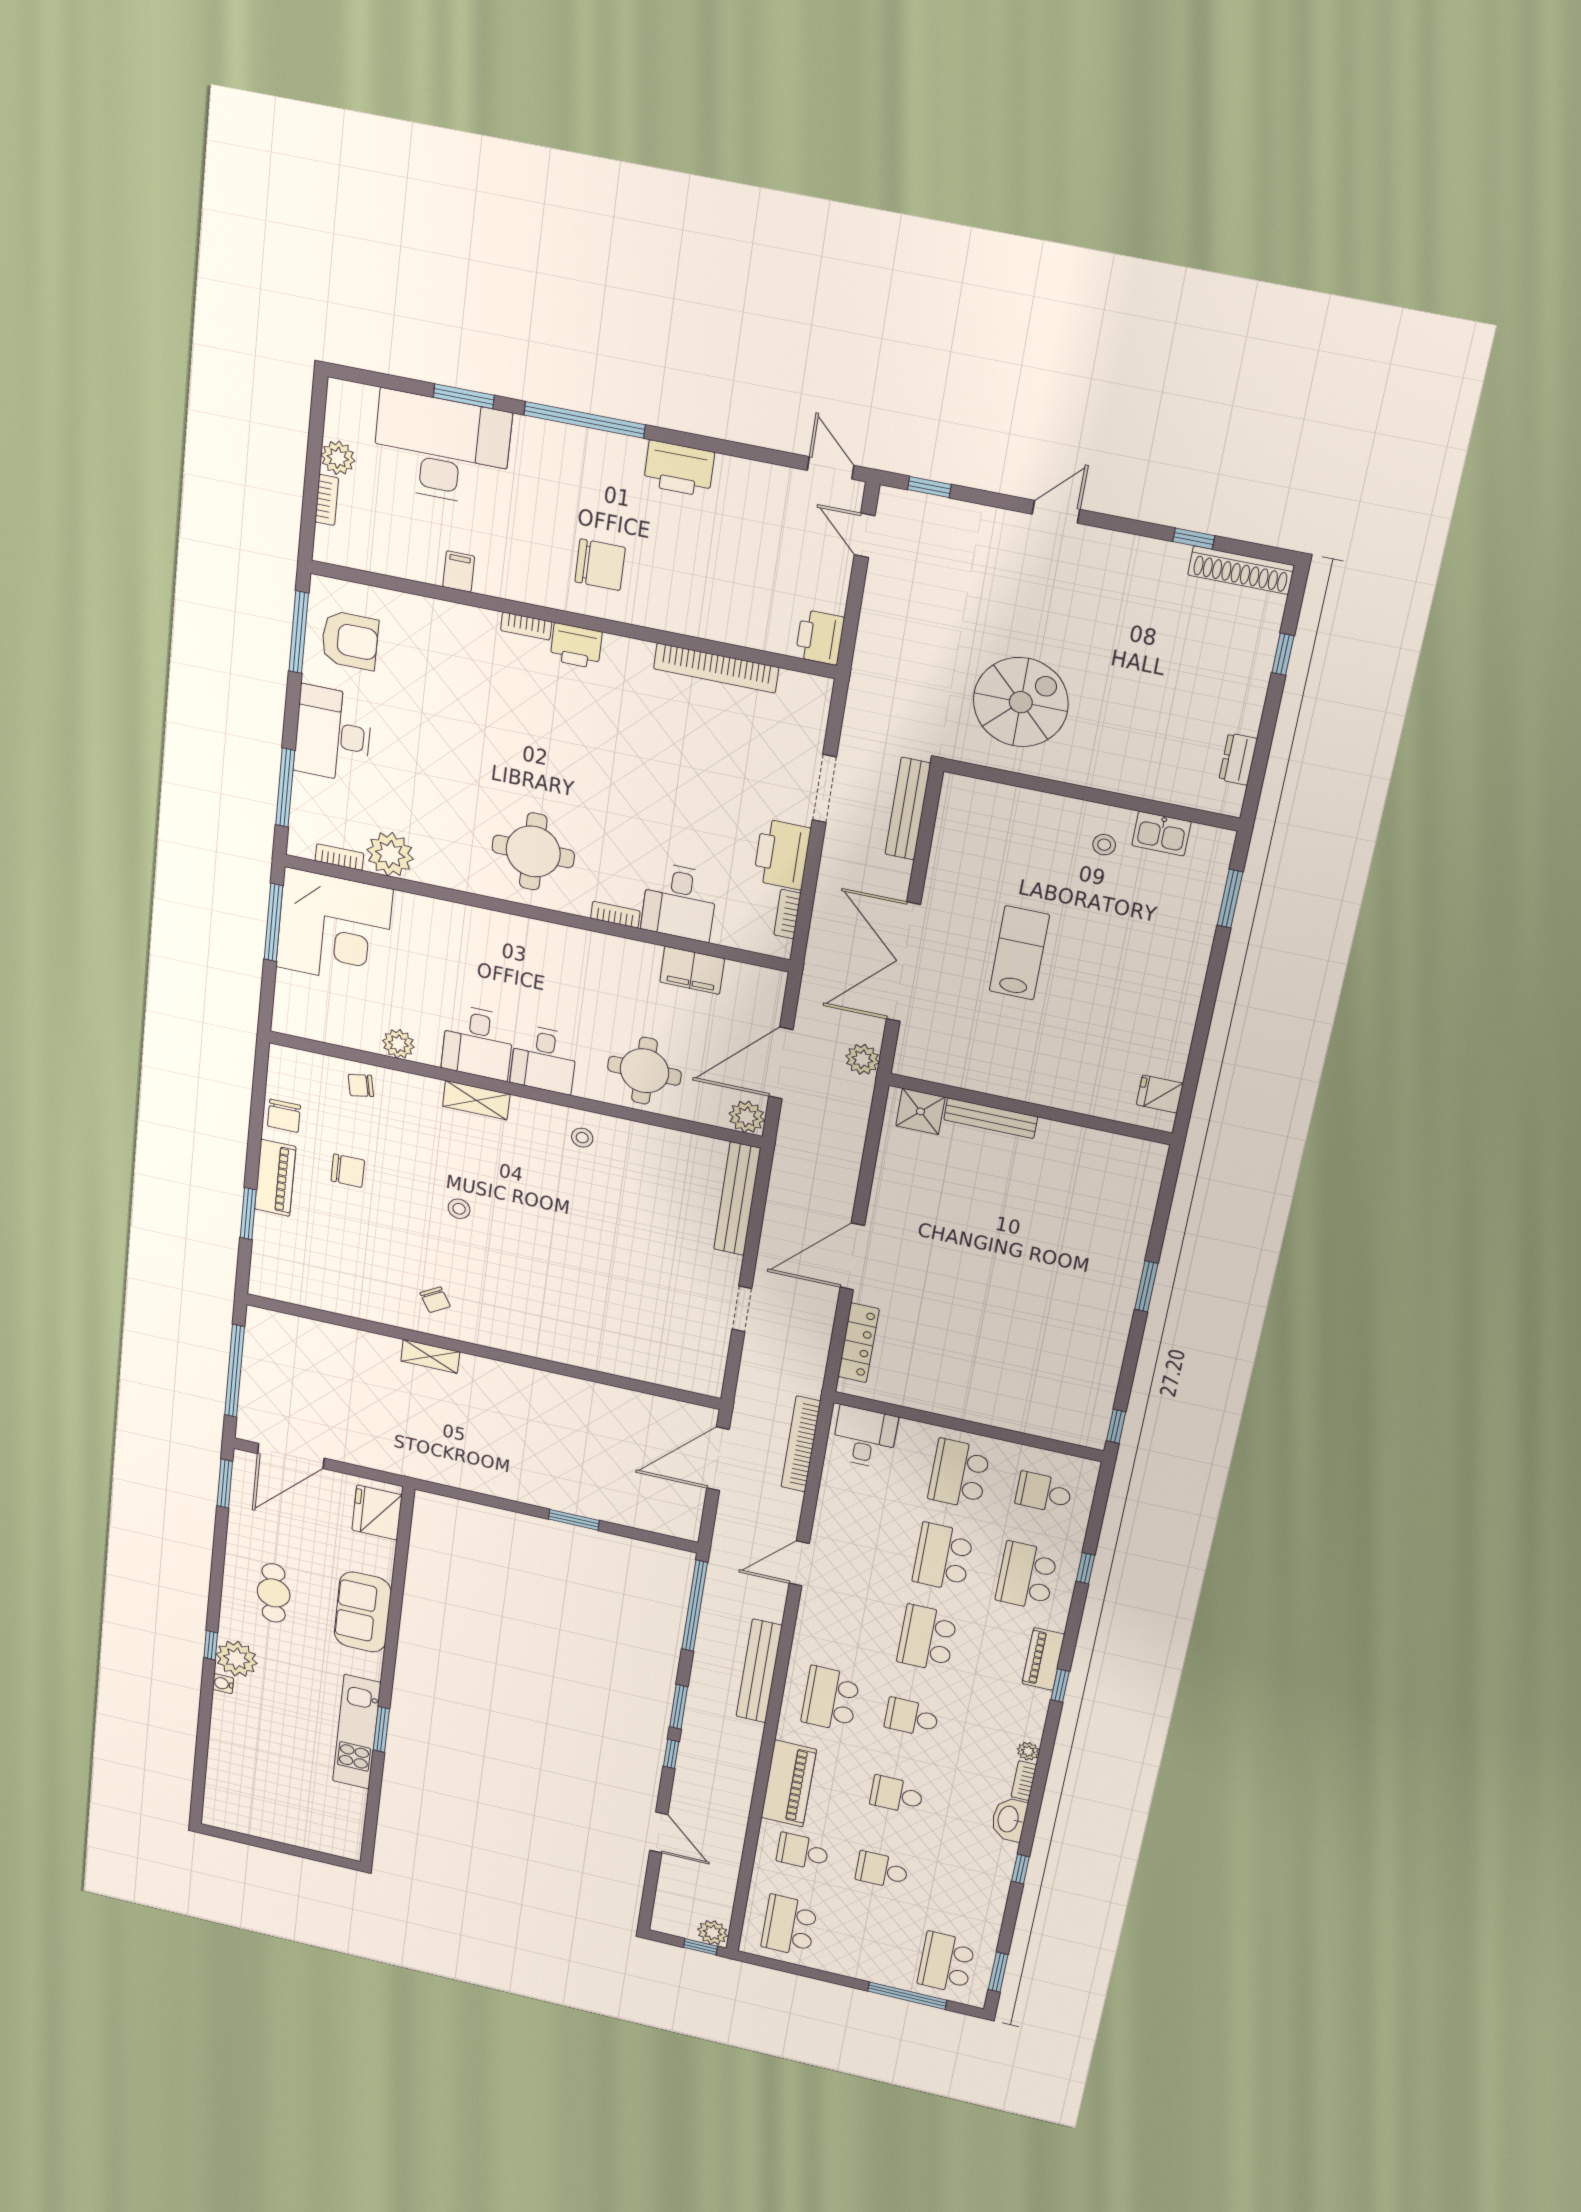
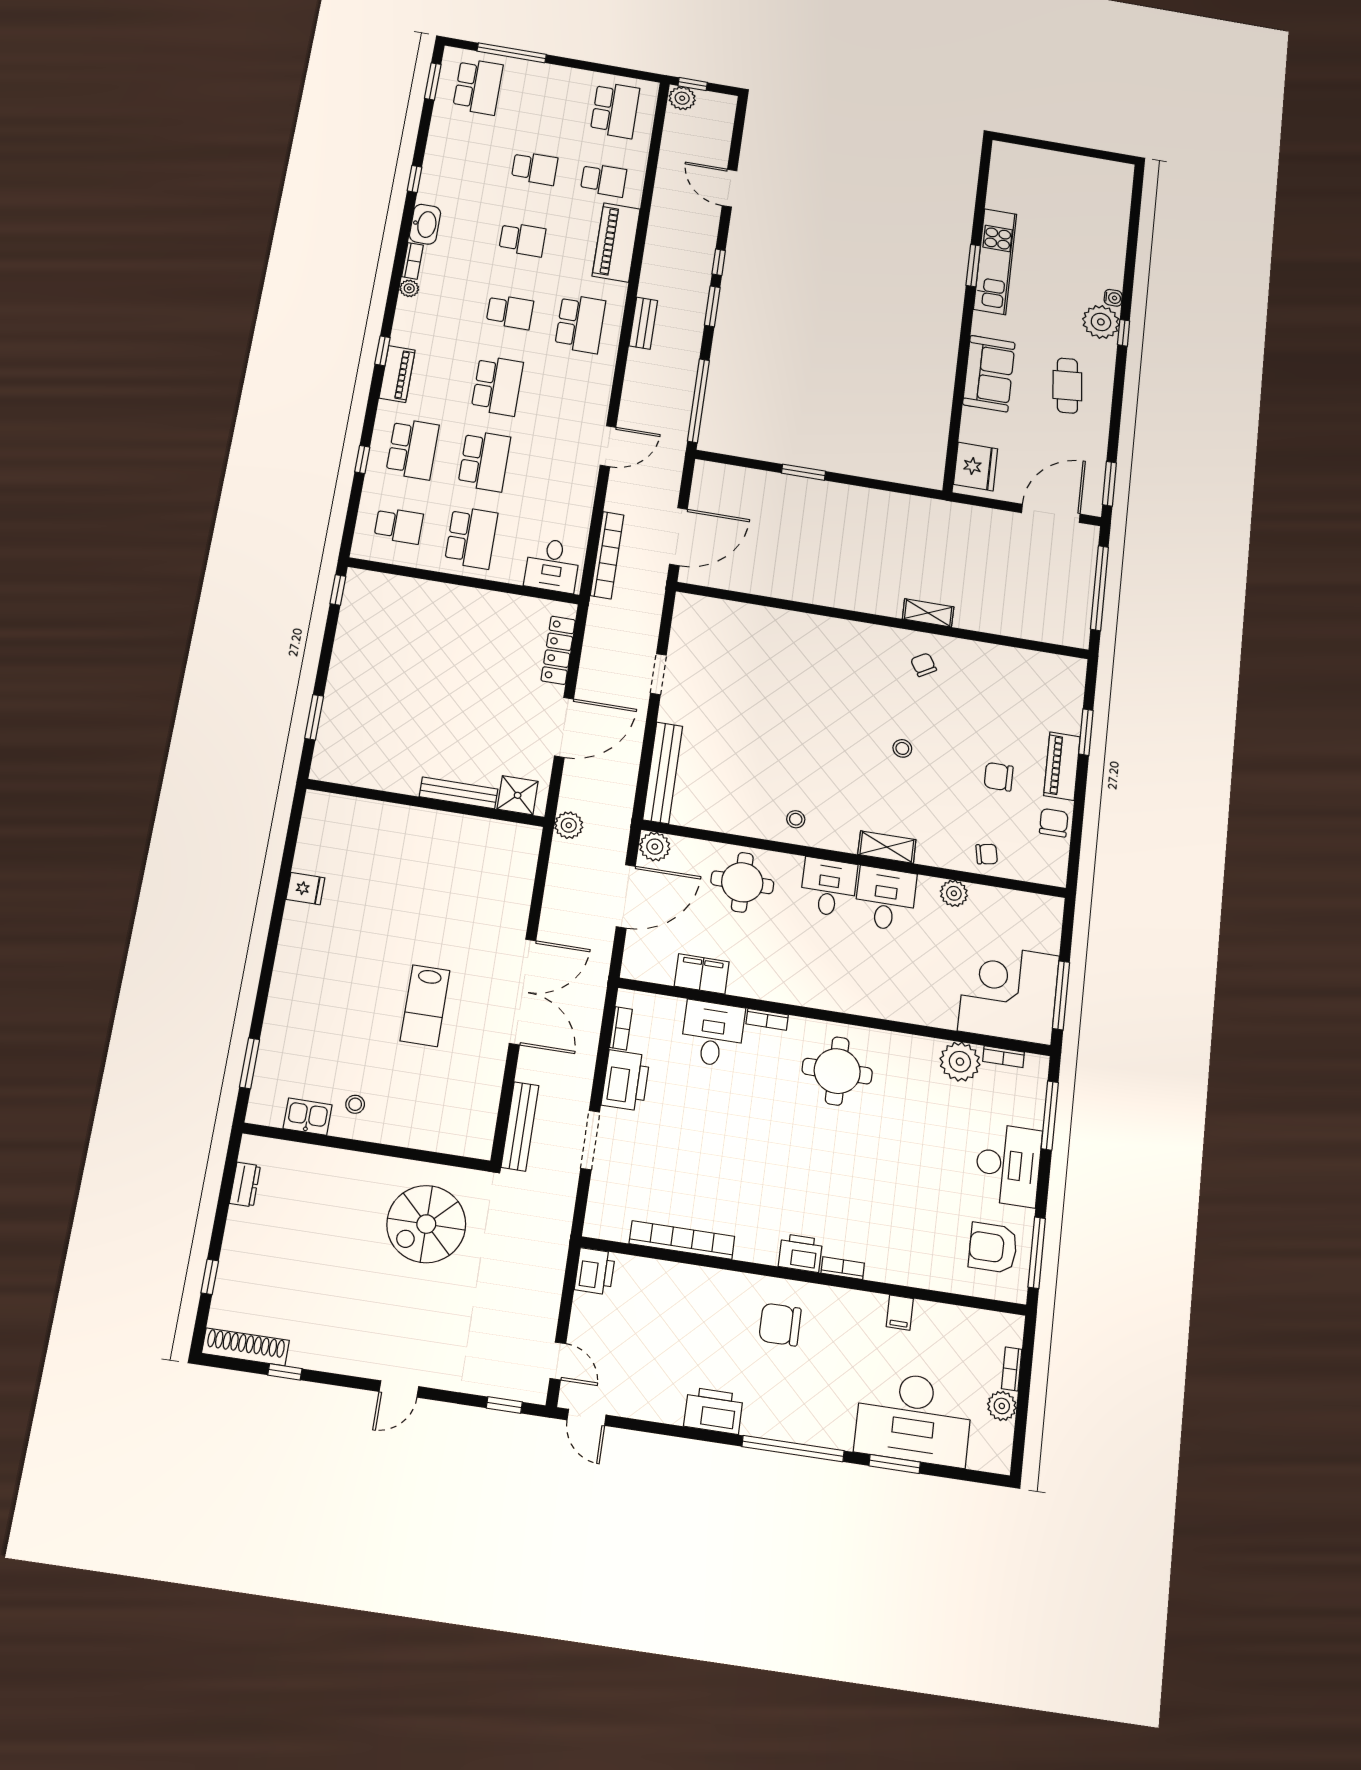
plant: (862, 1059) -> (569, 825), moved
wall: (1030, 1109) -> (426, 803), moved
shower: (920, 1111) -> (518, 795), moved
bench: (991, 1118) -> (459, 793), moved
bench: (759, 1671) -> (643, 323), width x0.54, depth x0.82

